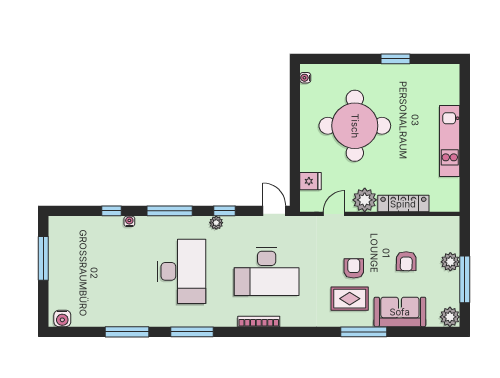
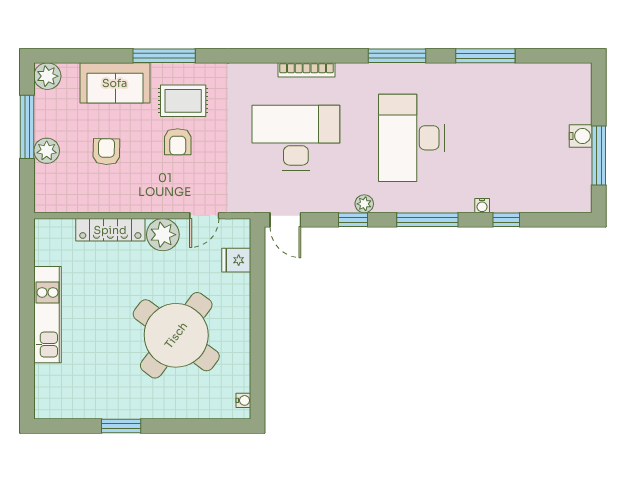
round table: (355, 126) -> (176, 335), turned 37
water cooler: (62, 318) -> (581, 136), moved, turned 90

